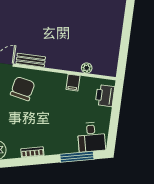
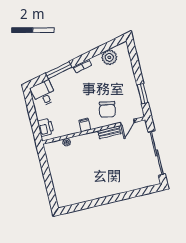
filing cabinet: (73, 83) -> (85, 125), moved
window: (77, 157) -> (59, 70), moved

